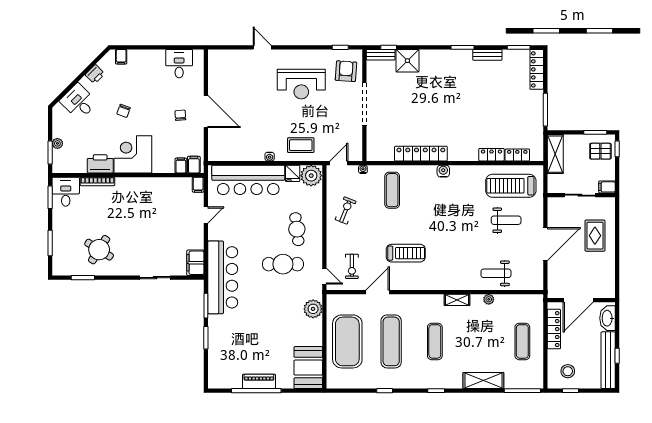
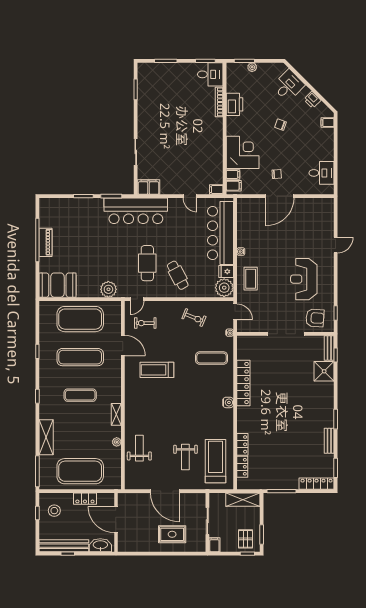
corner desk: (133, 154) -> (243, 152), moved
cafe table: (297, 229) -> (178, 275), turned 69
round table: (99, 250) -> (160, 103), removed
treadmill: (406, 253) -> (157, 370), turned 90
locker: (554, 329) -> (85, 499), width x0.66
exercise mat: (522, 341) -> (80, 471), width x2.00, depth x1.45

